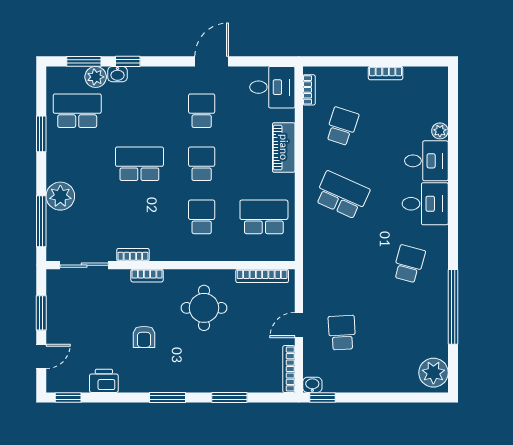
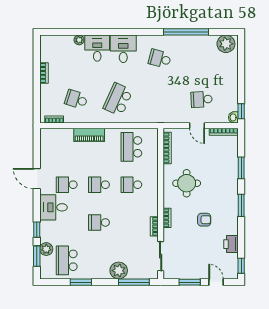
washbasin: (117, 74) -> (45, 236), removed
desk: (272, 87) -> (53, 207), moved, turned -90
school desk: (139, 164) -> (99, 222), width x0.54

